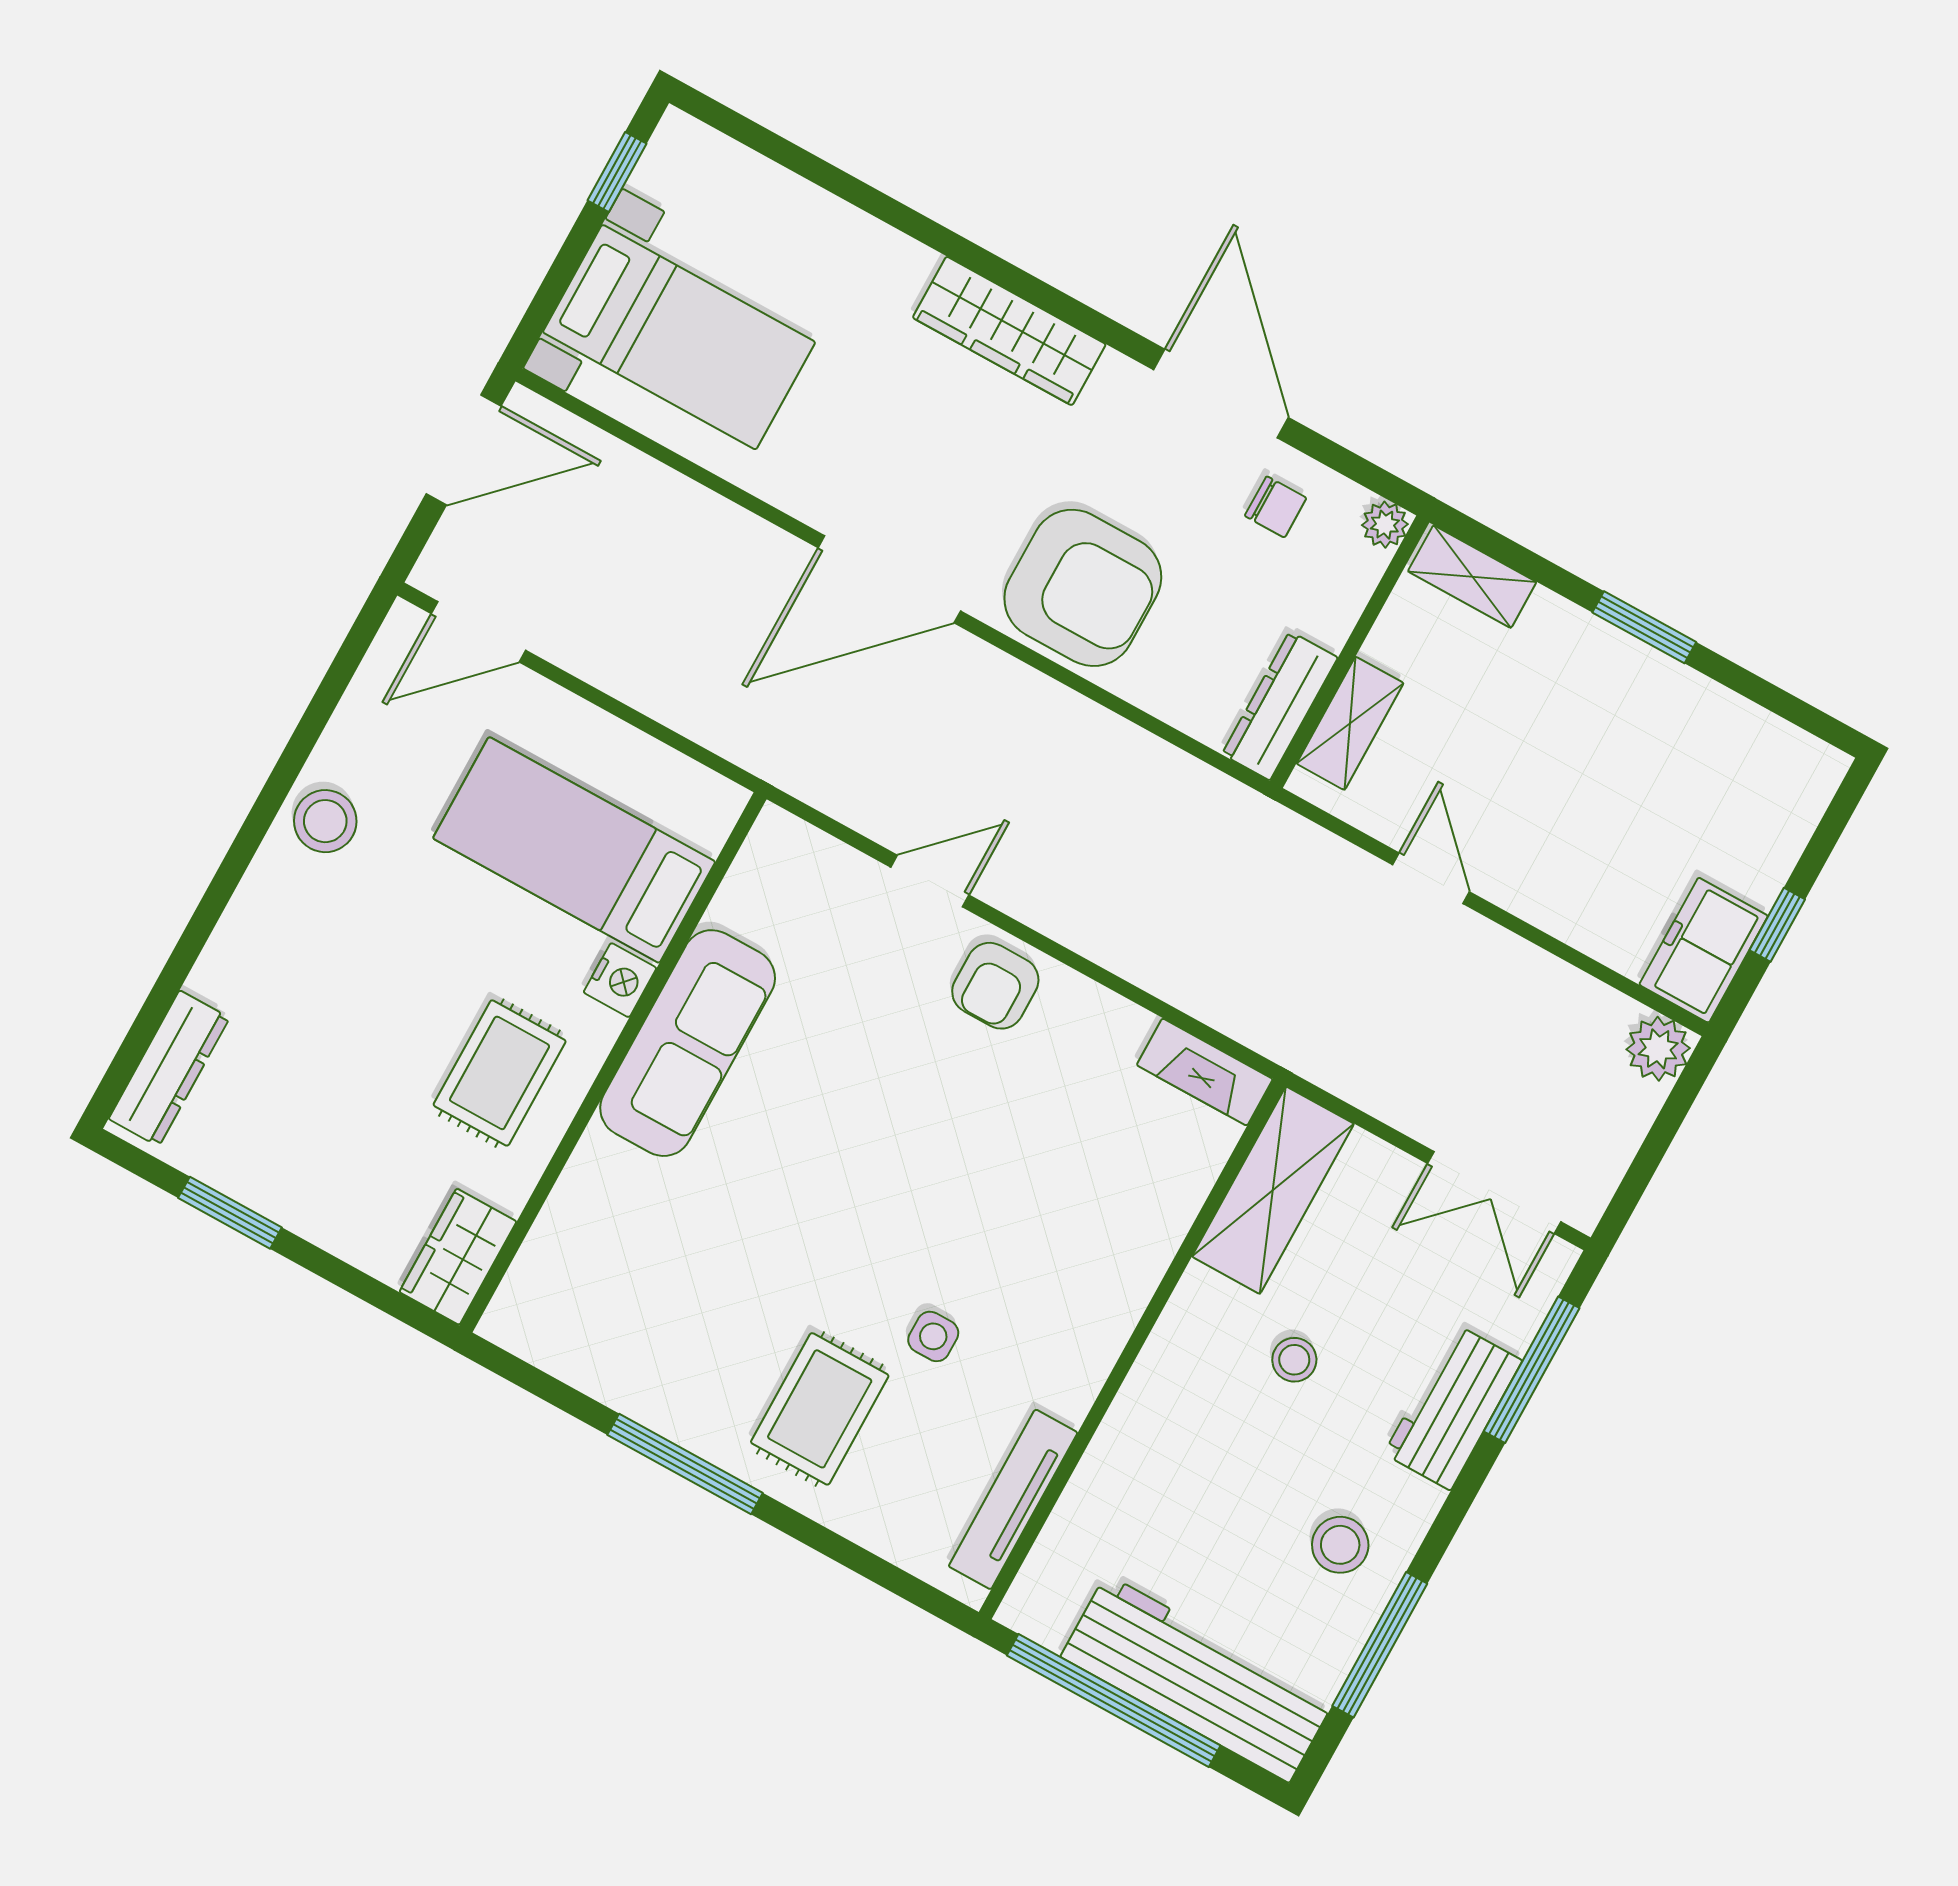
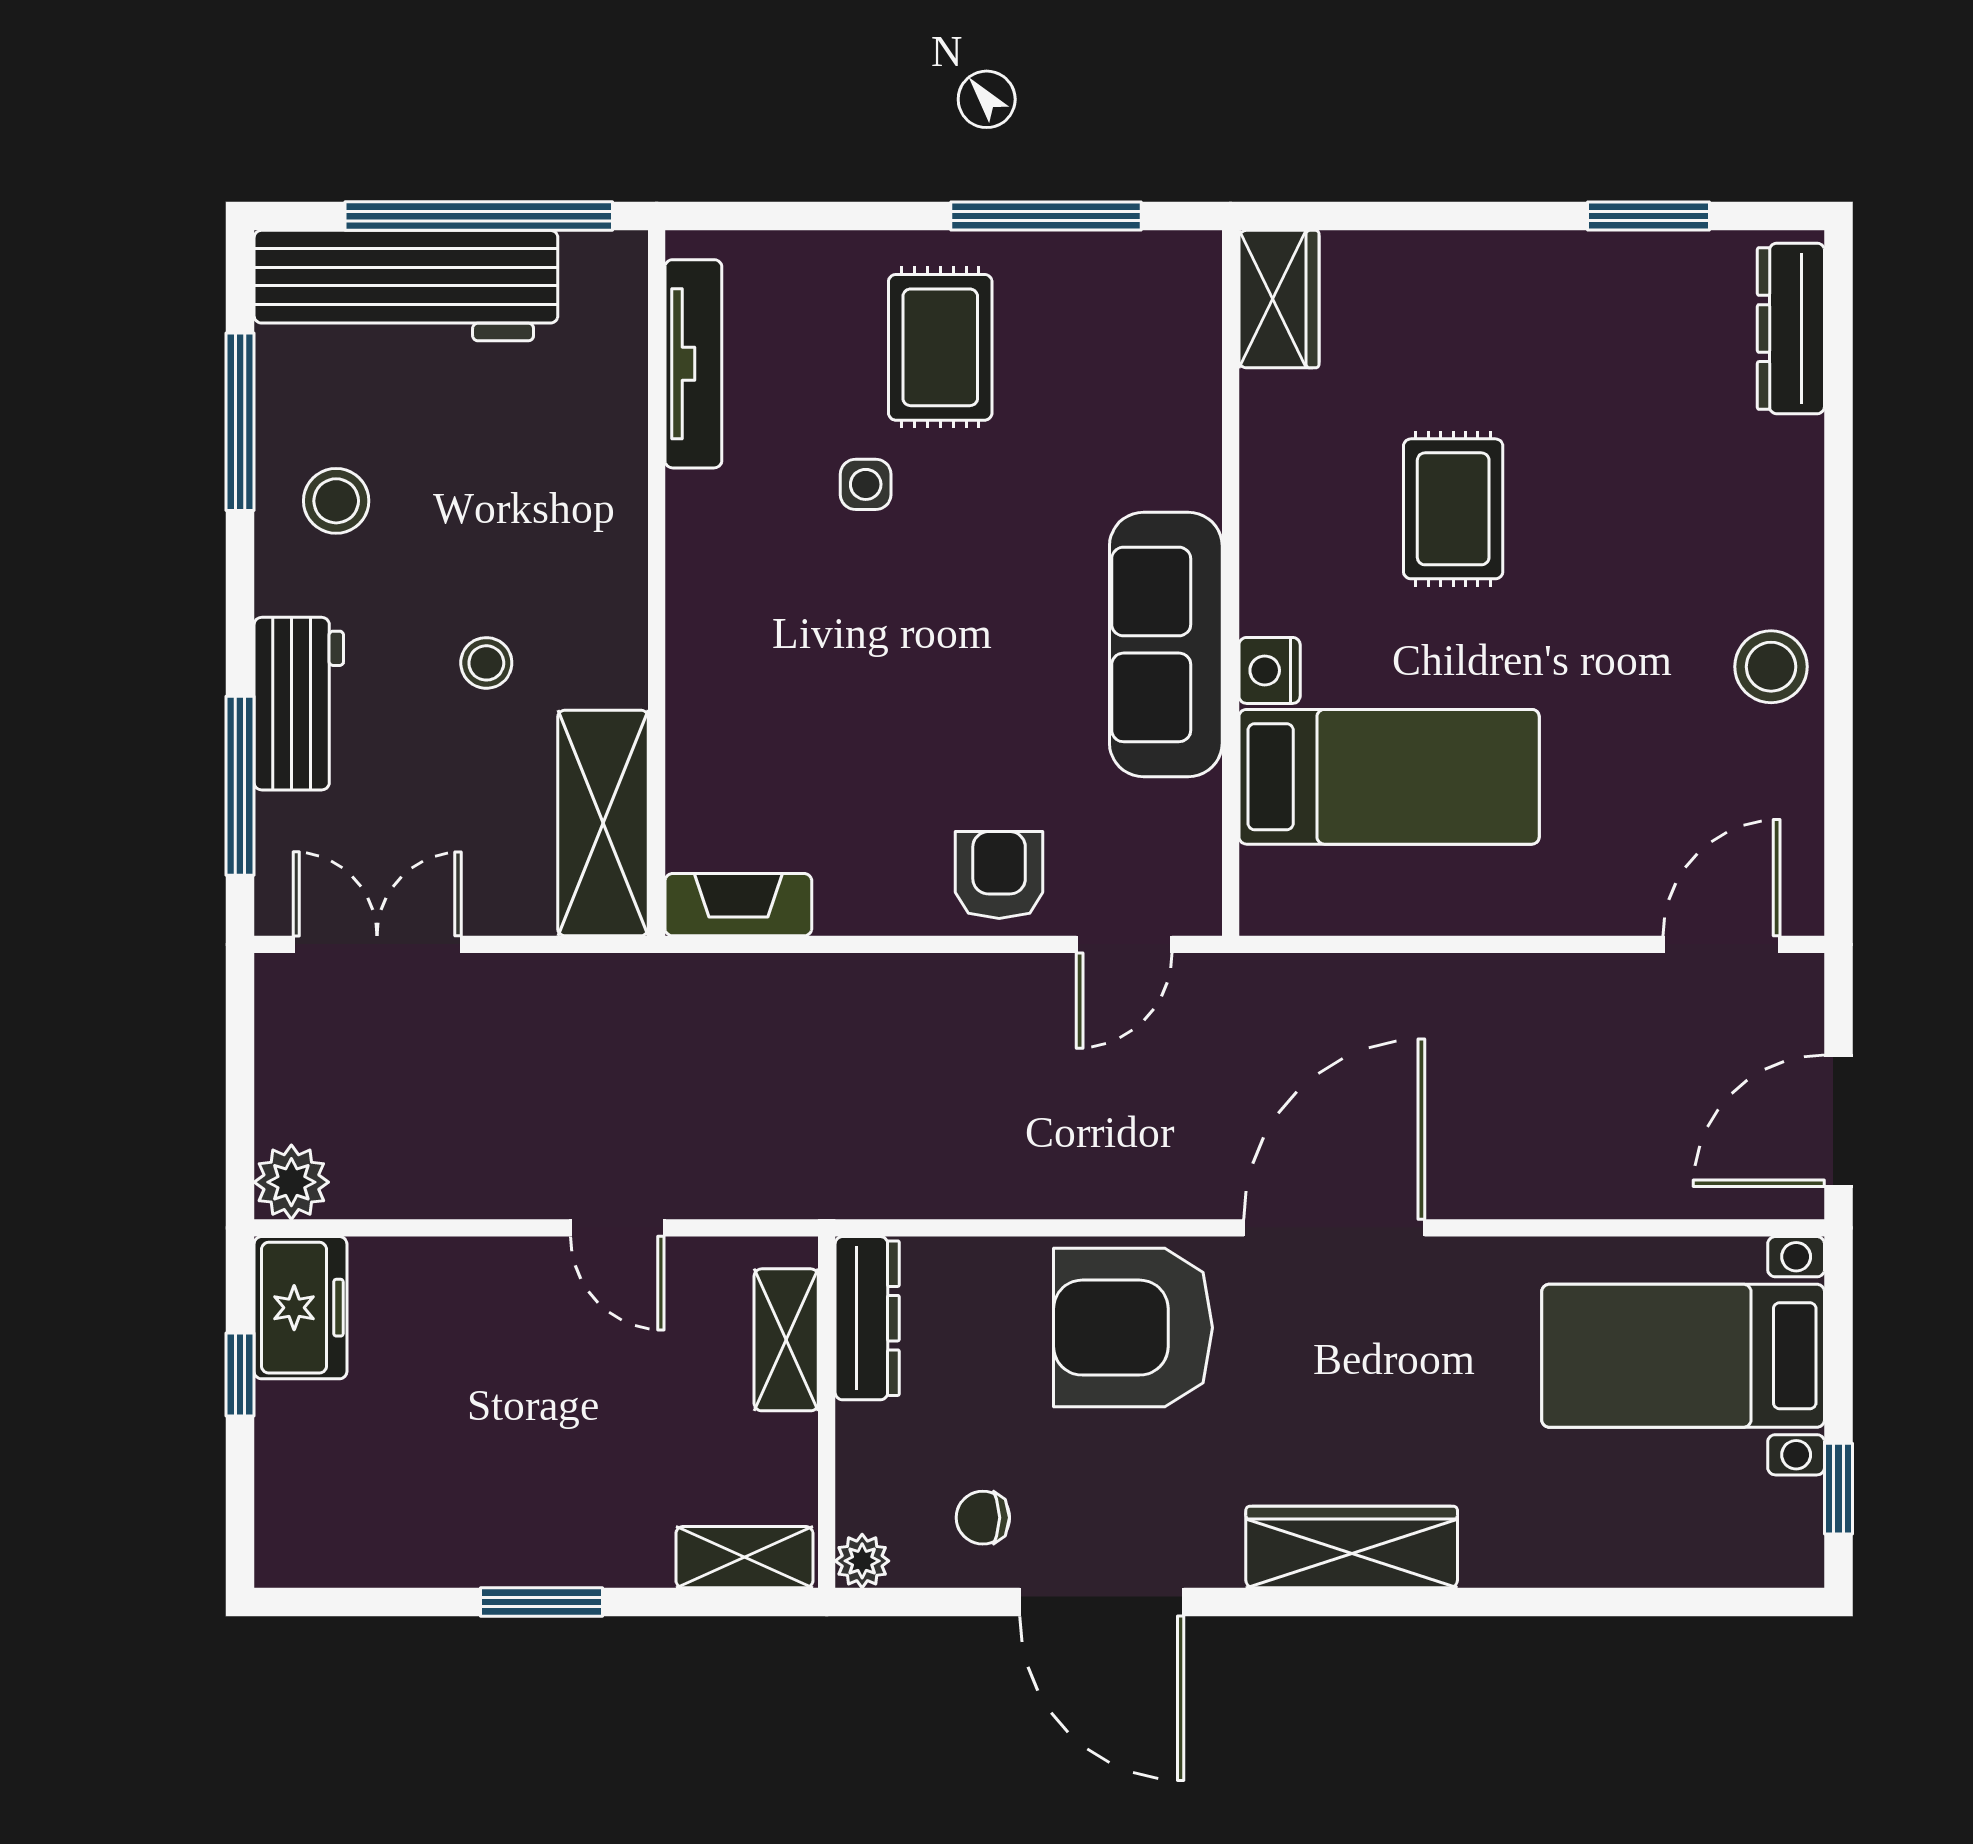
bed: (574, 850) -> (1389, 777), moved
nightstand: (620, 980) -> (1270, 670), moved
sofa: (688, 1043) -> (1166, 644), moved
wall: (613, 1062) -> (1231, 583), moved
wardrobe: (458, 1257) -> (1279, 299), moved

